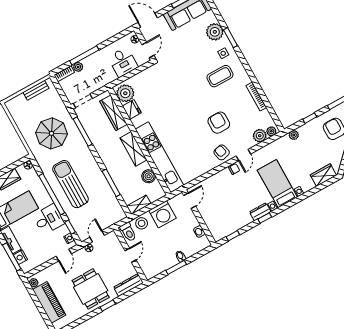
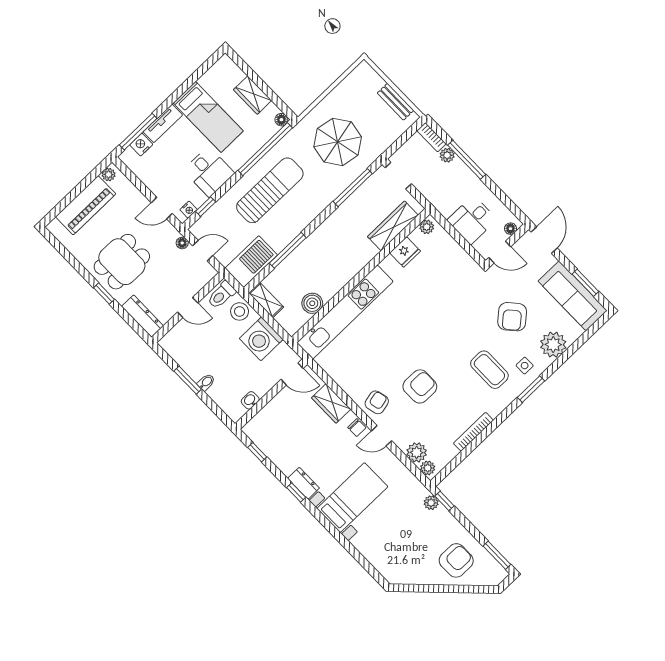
window: (230, 38) -> (531, 389), moved
armchair: (190, 53) -> (512, 317), added
plant: (125, 93) -> (427, 227), width x0.53, depth x0.53
window: (310, 118) -> (444, 501), moved
shelving: (134, 149) -> (347, 270), removed
wardrobe: (323, 175) -> (331, 403), moved, turned 180
window: (52, 194) -> (265, 149), moved
barbecue: (112, 208) -> (251, 262), added

